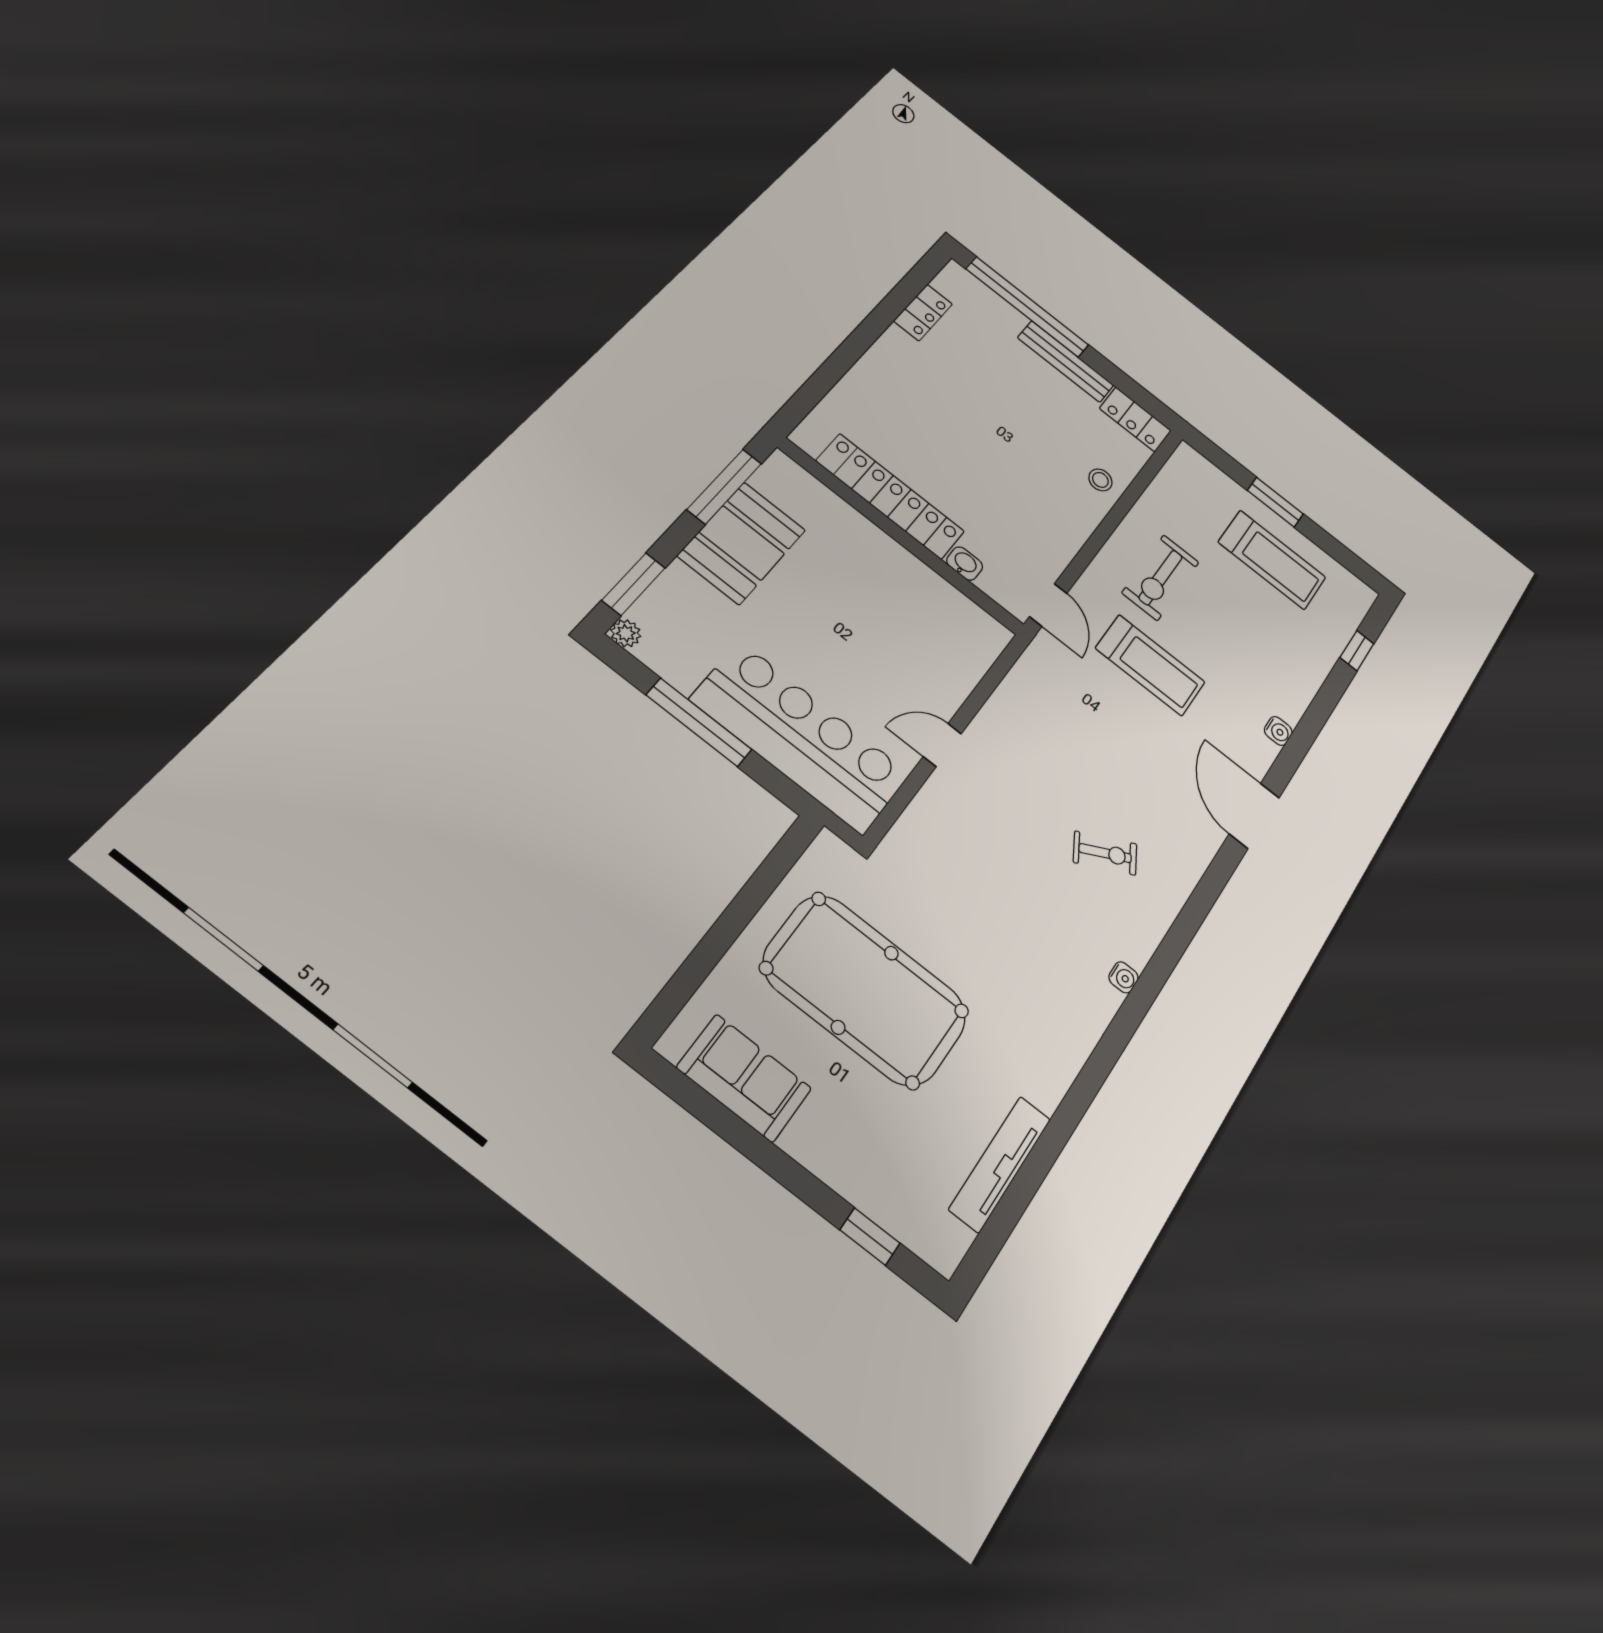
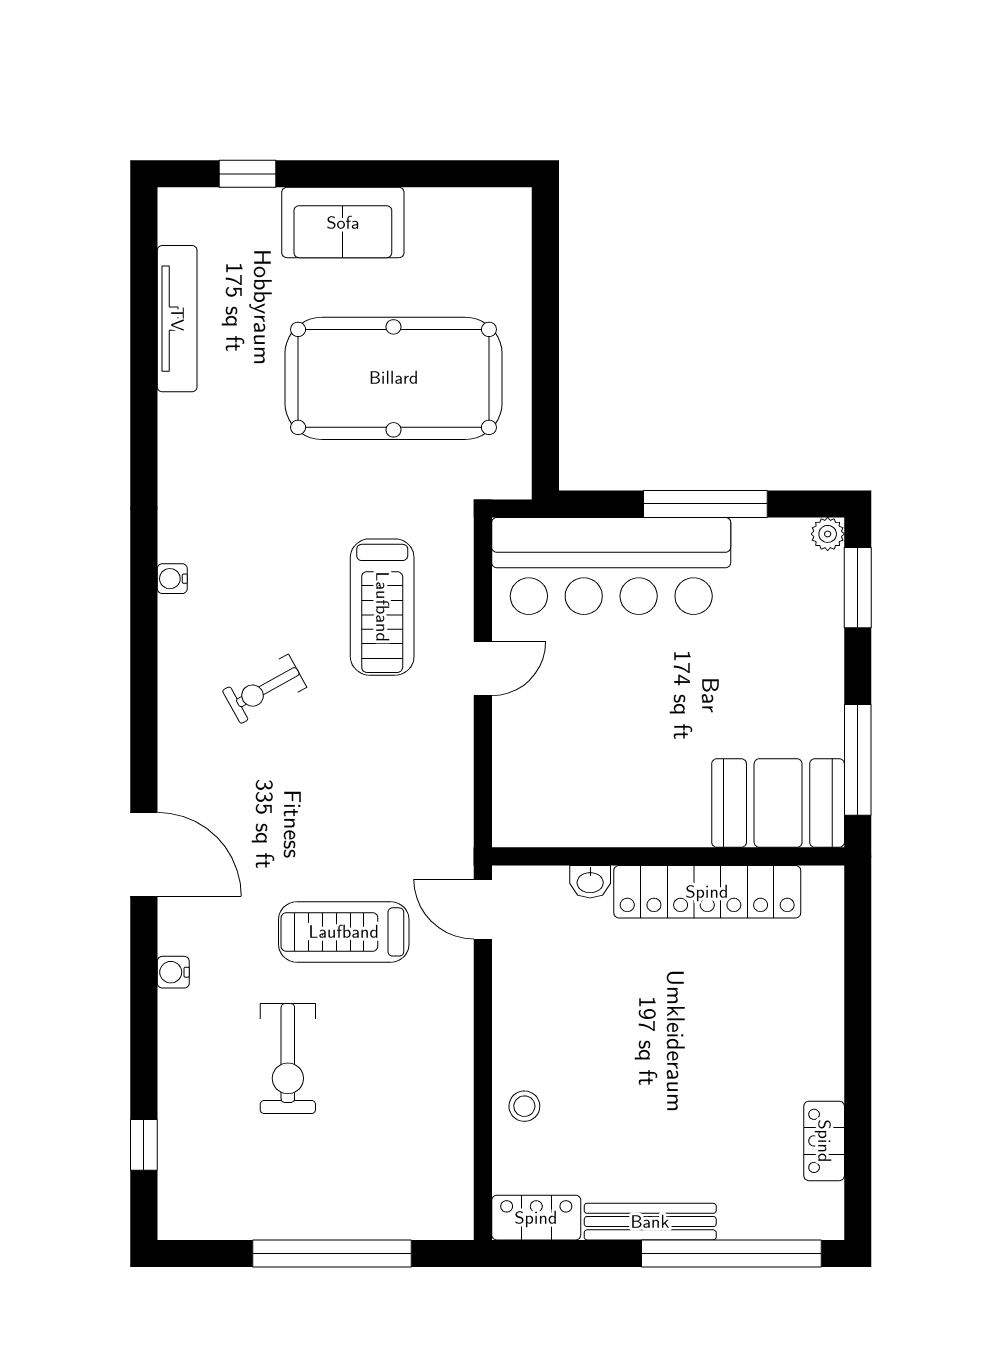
window: (1275, 502) -> (332, 1253), width x2.11
booth: (742, 543) -> (778, 803), moved, turned 90
treadmill: (1272, 560) -> (382, 607), moved, turned -90
exercise bike: (1161, 578) -> (288, 1059), moved, turned 180
sofa: (744, 1078) -> (343, 223), moved

